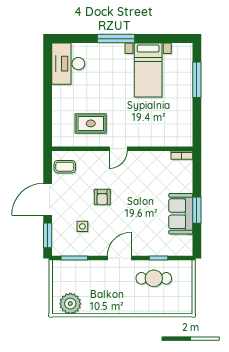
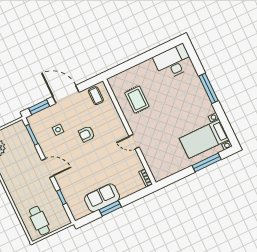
bed with nightstands: (148, 70) -> (204, 139), moved
door: (118, 149) -> (134, 142), moved
cafe table: (154, 278) -> (39, 221), moved

